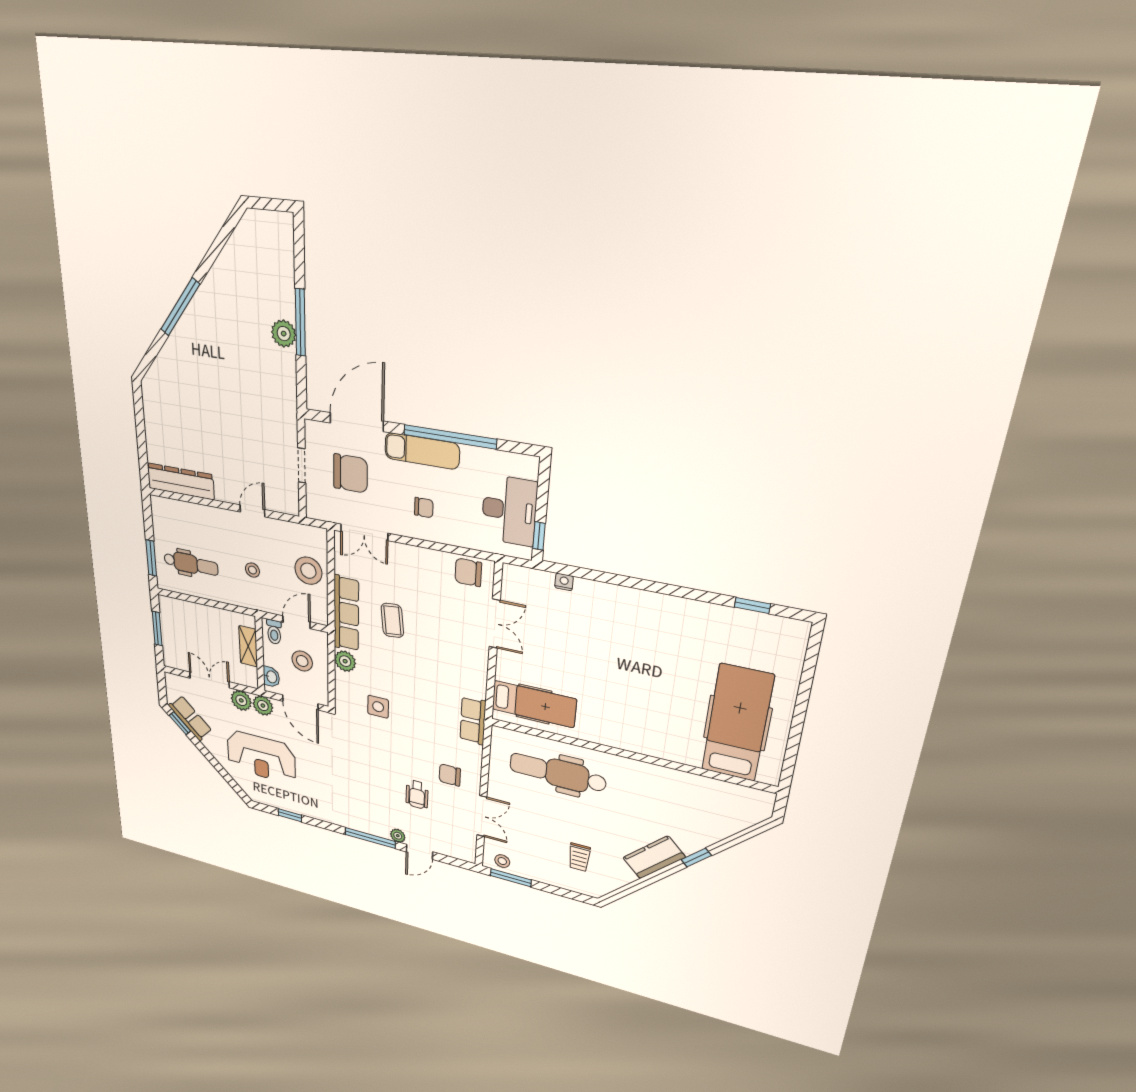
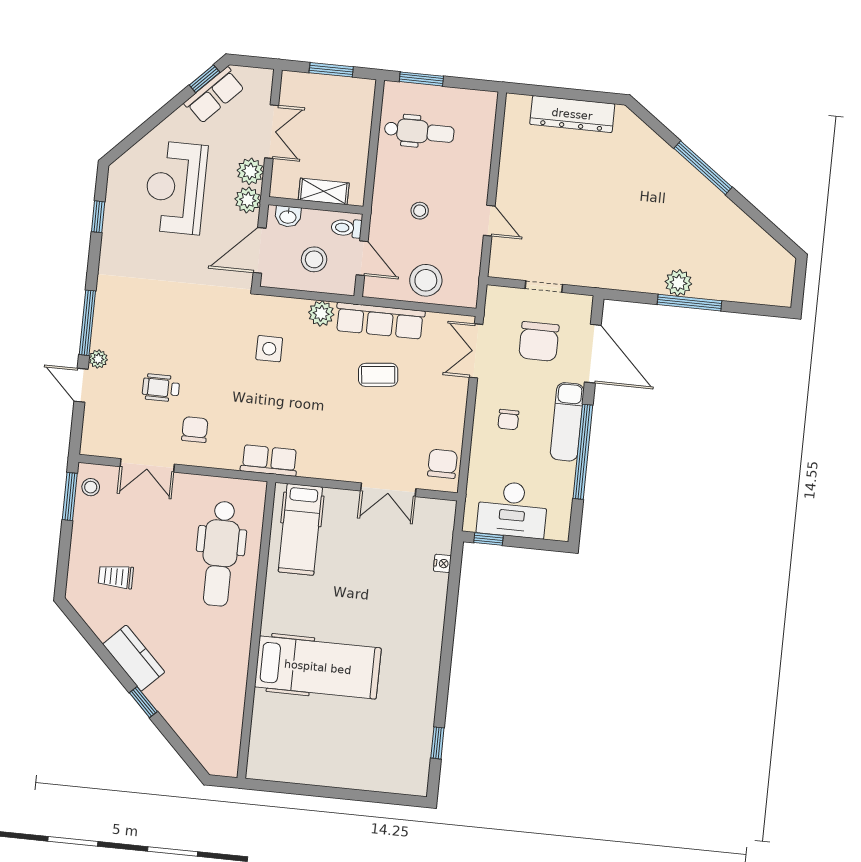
dresser: (181, 481) -> (572, 114), moved, turned 90
dental chair: (191, 564) -> (419, 132), turned -90
hospital bed: (737, 723) -> (318, 667), moved
dental chair: (558, 773) -> (220, 554), turned 180

